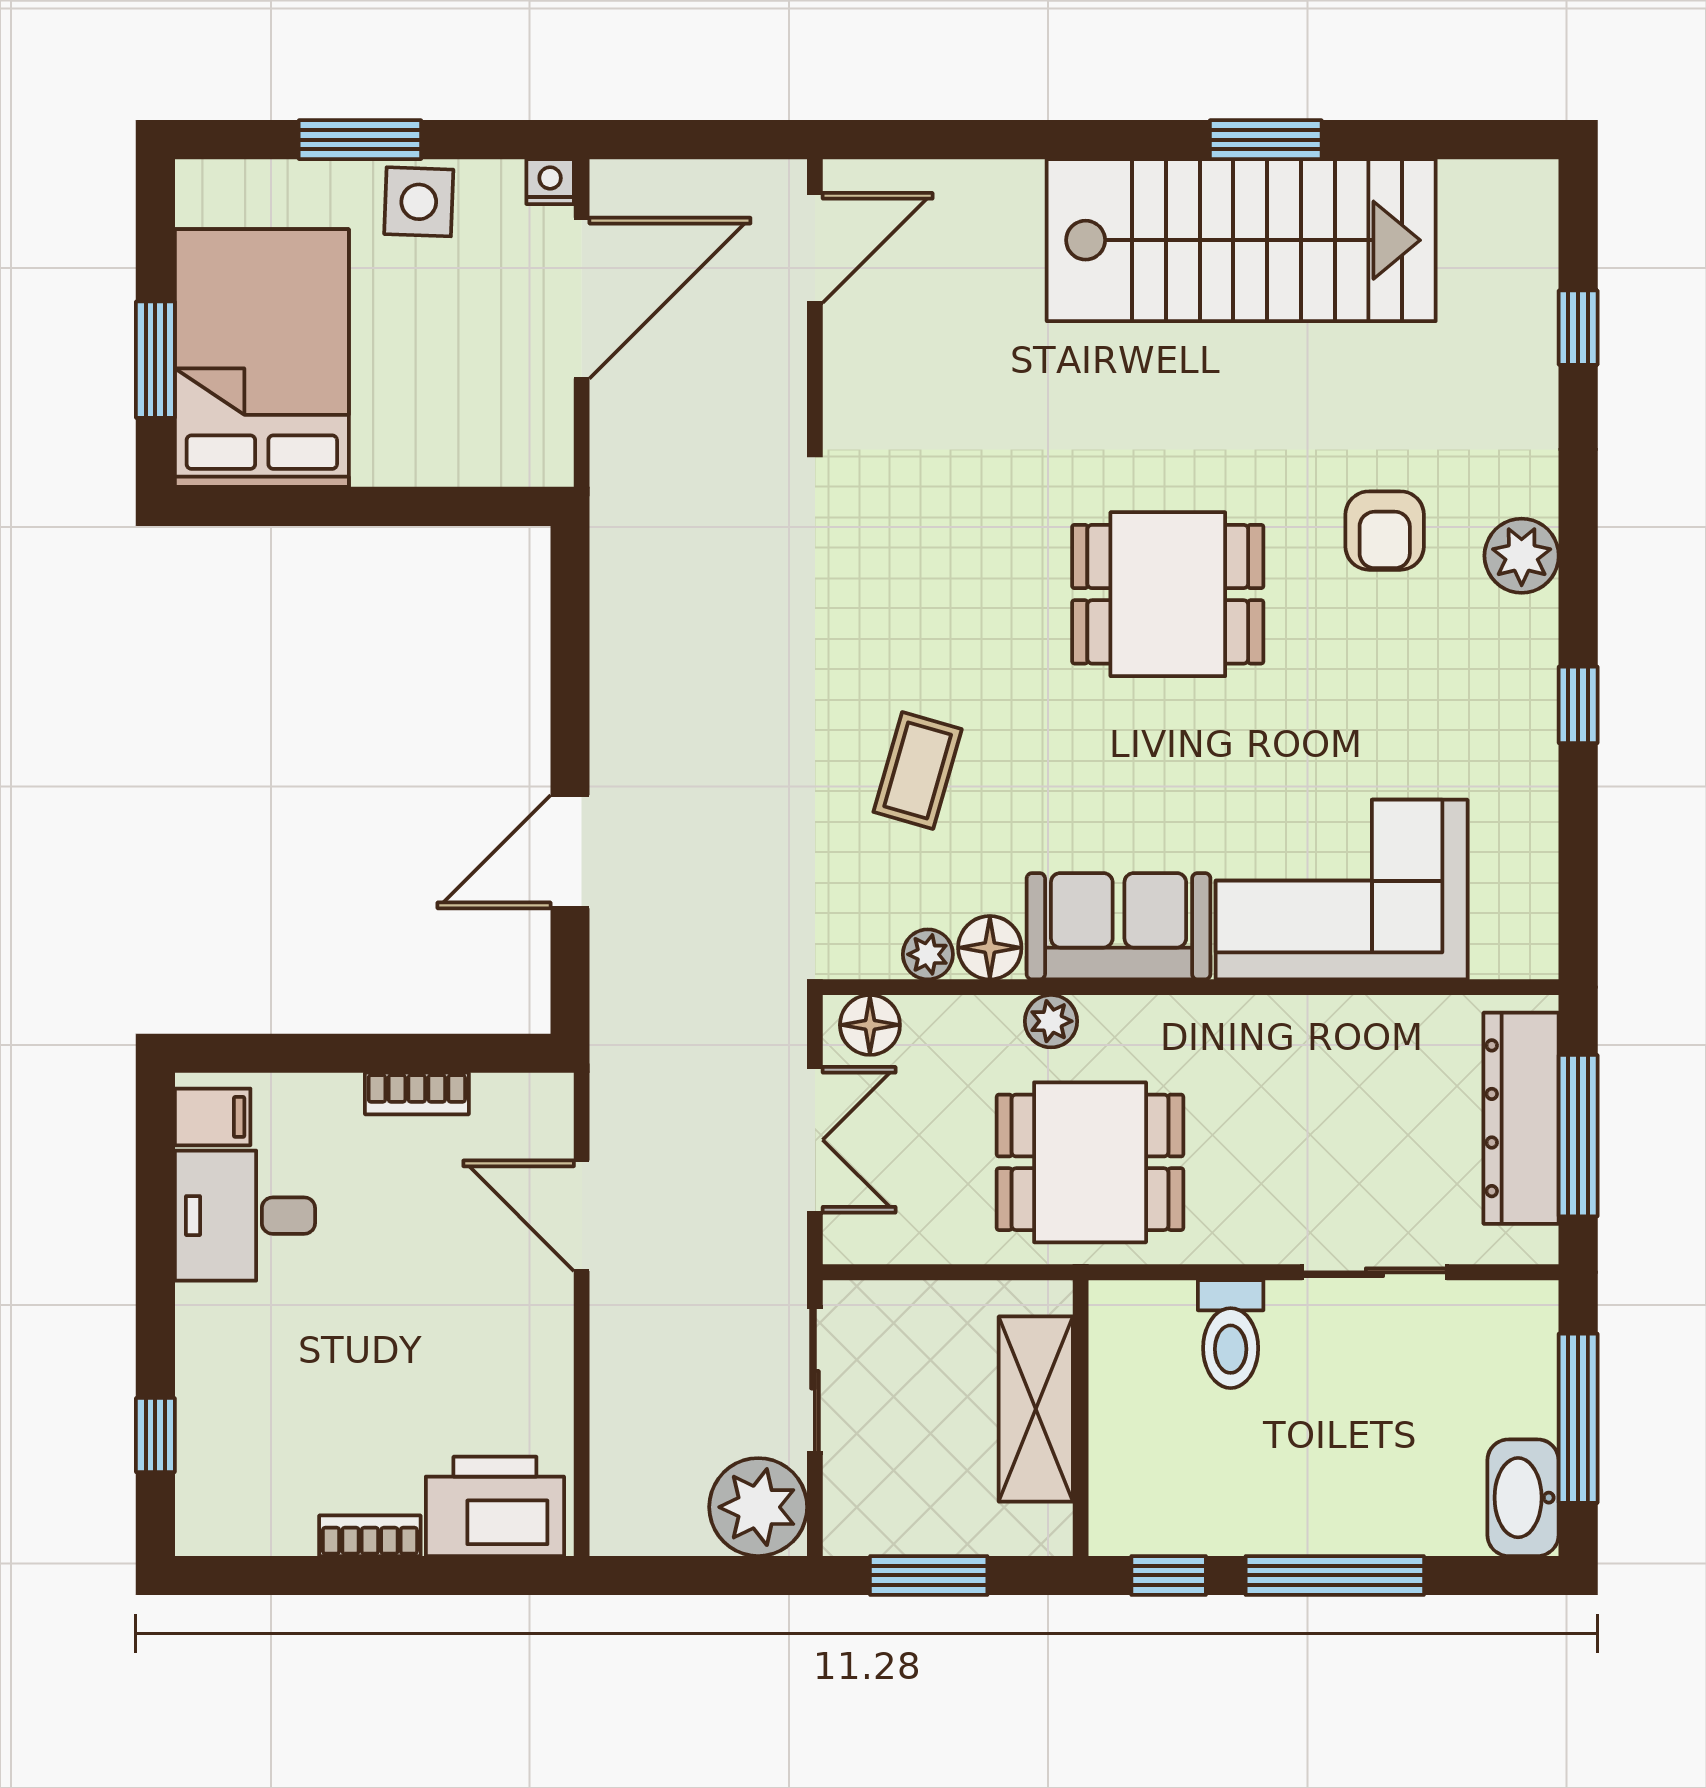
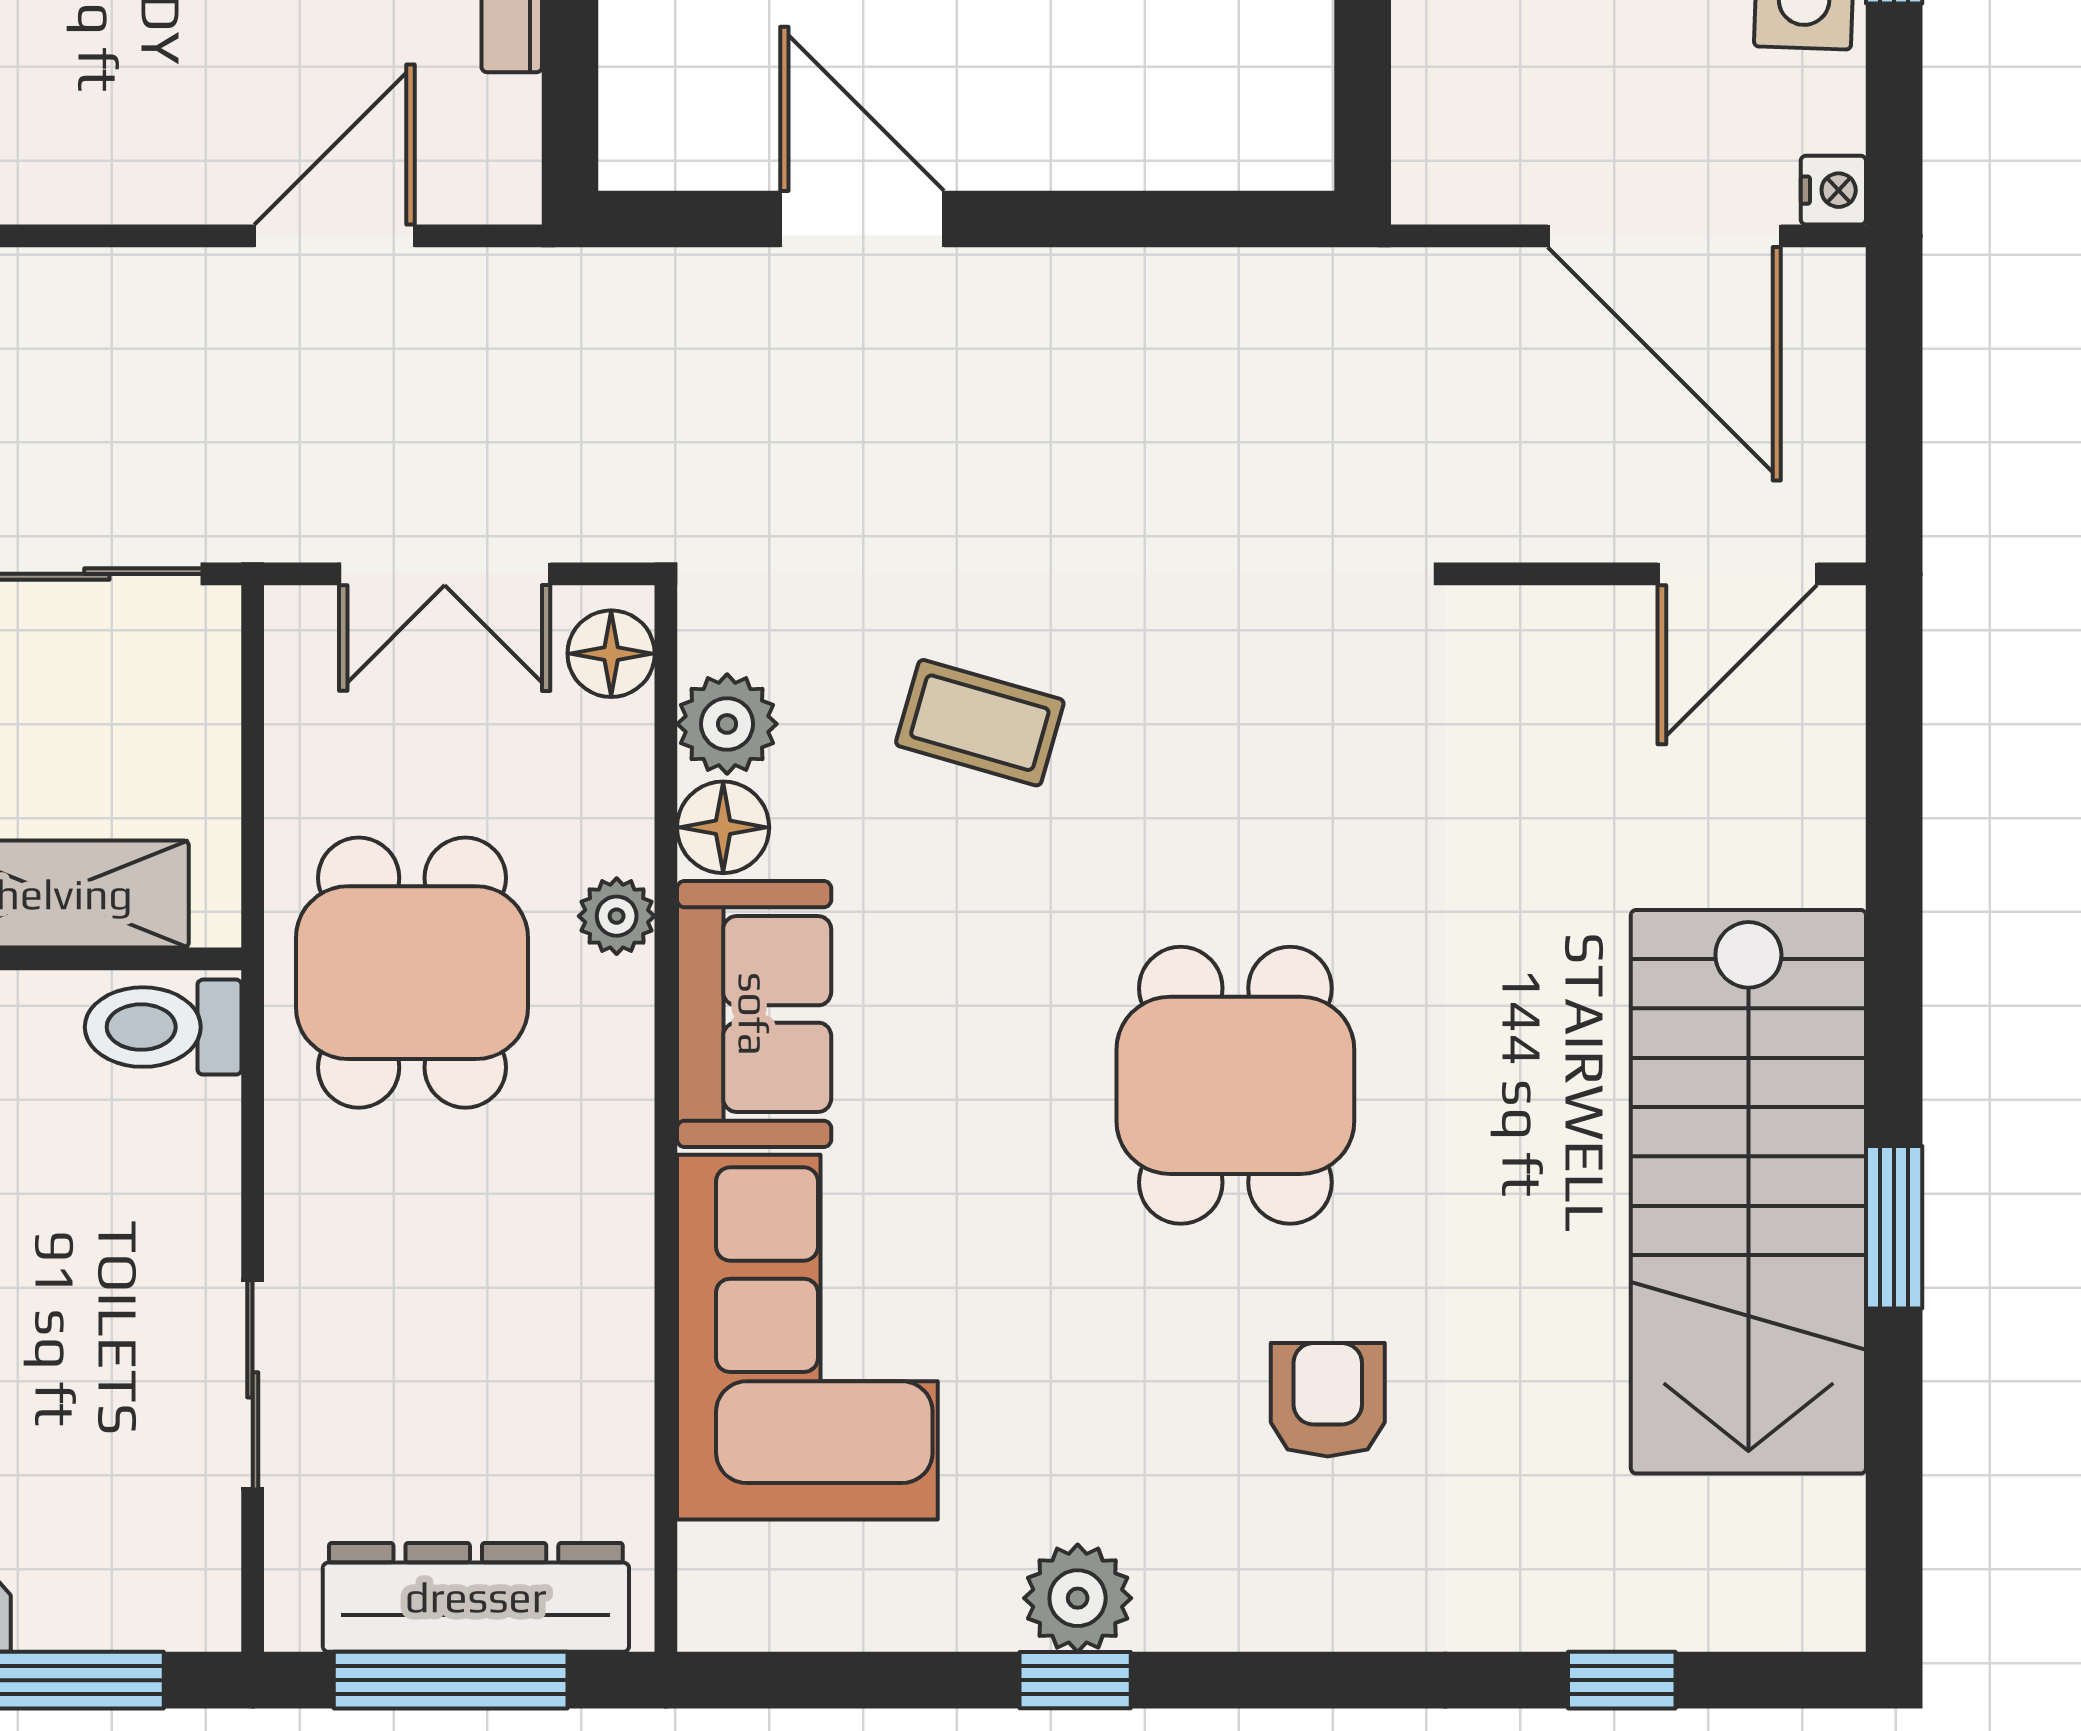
door: (815, 248) -> (1737, 574), hinge flipped
armchair: (1385, 531) -> (1328, 1400), turned 90
plant: (1522, 556) -> (1078, 1598), moved
plant: (928, 954) -> (727, 724), width x1.38, depth x1.38
toilet: (1231, 1334) -> (163, 1027), moved

